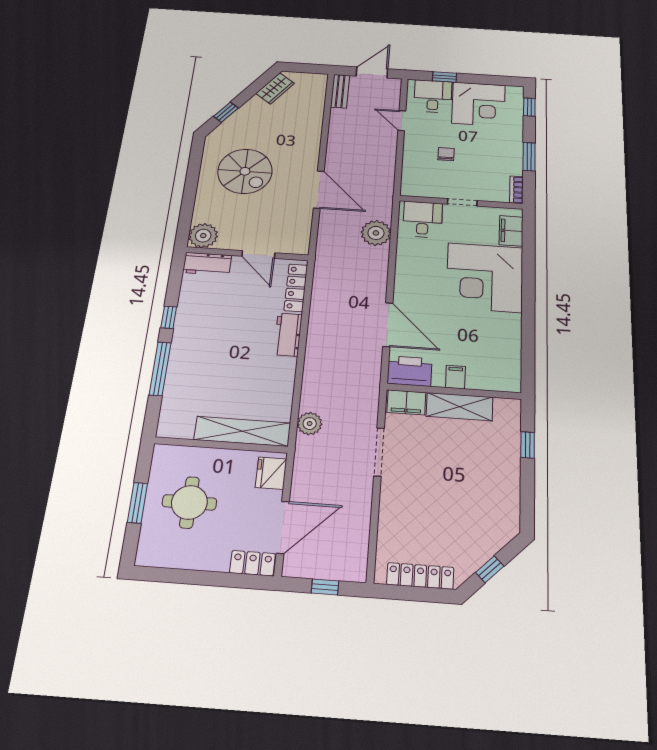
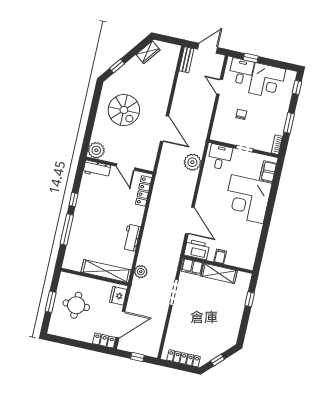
workbench: (288, 335) -> (132, 238), moved

